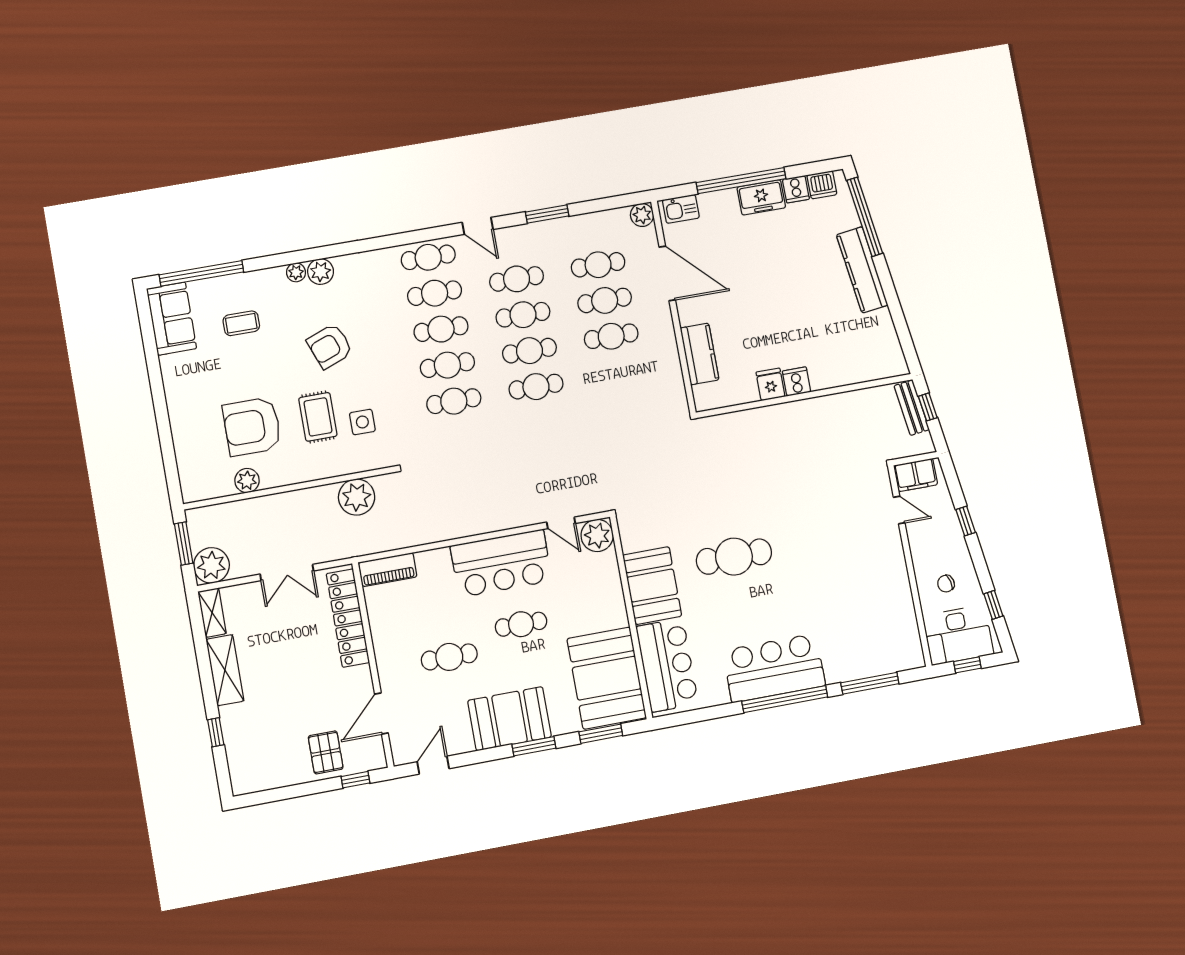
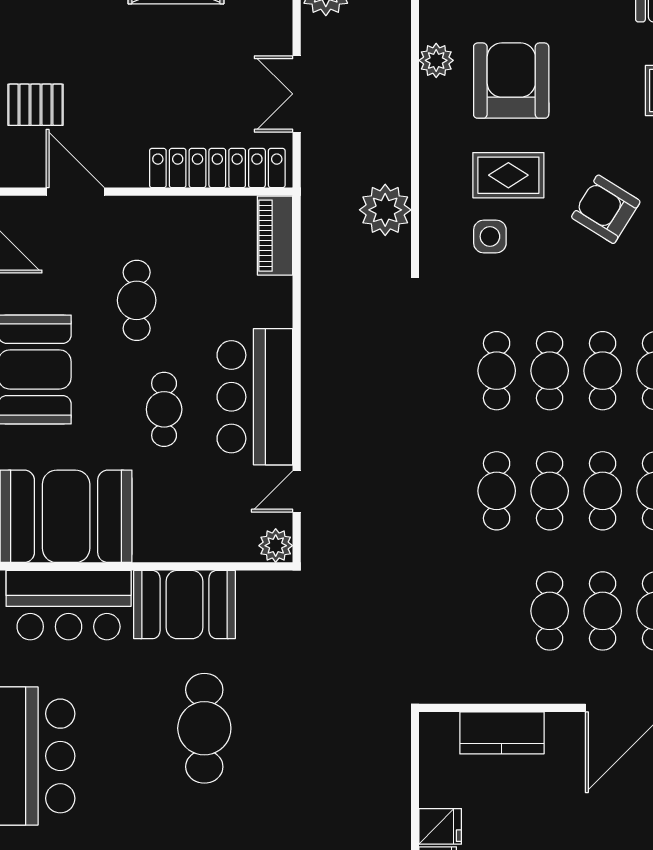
armchair: (330, 346) -> (606, 209), turned -37
plant: (597, 535) -> (276, 546), width x0.73, depth x0.73

